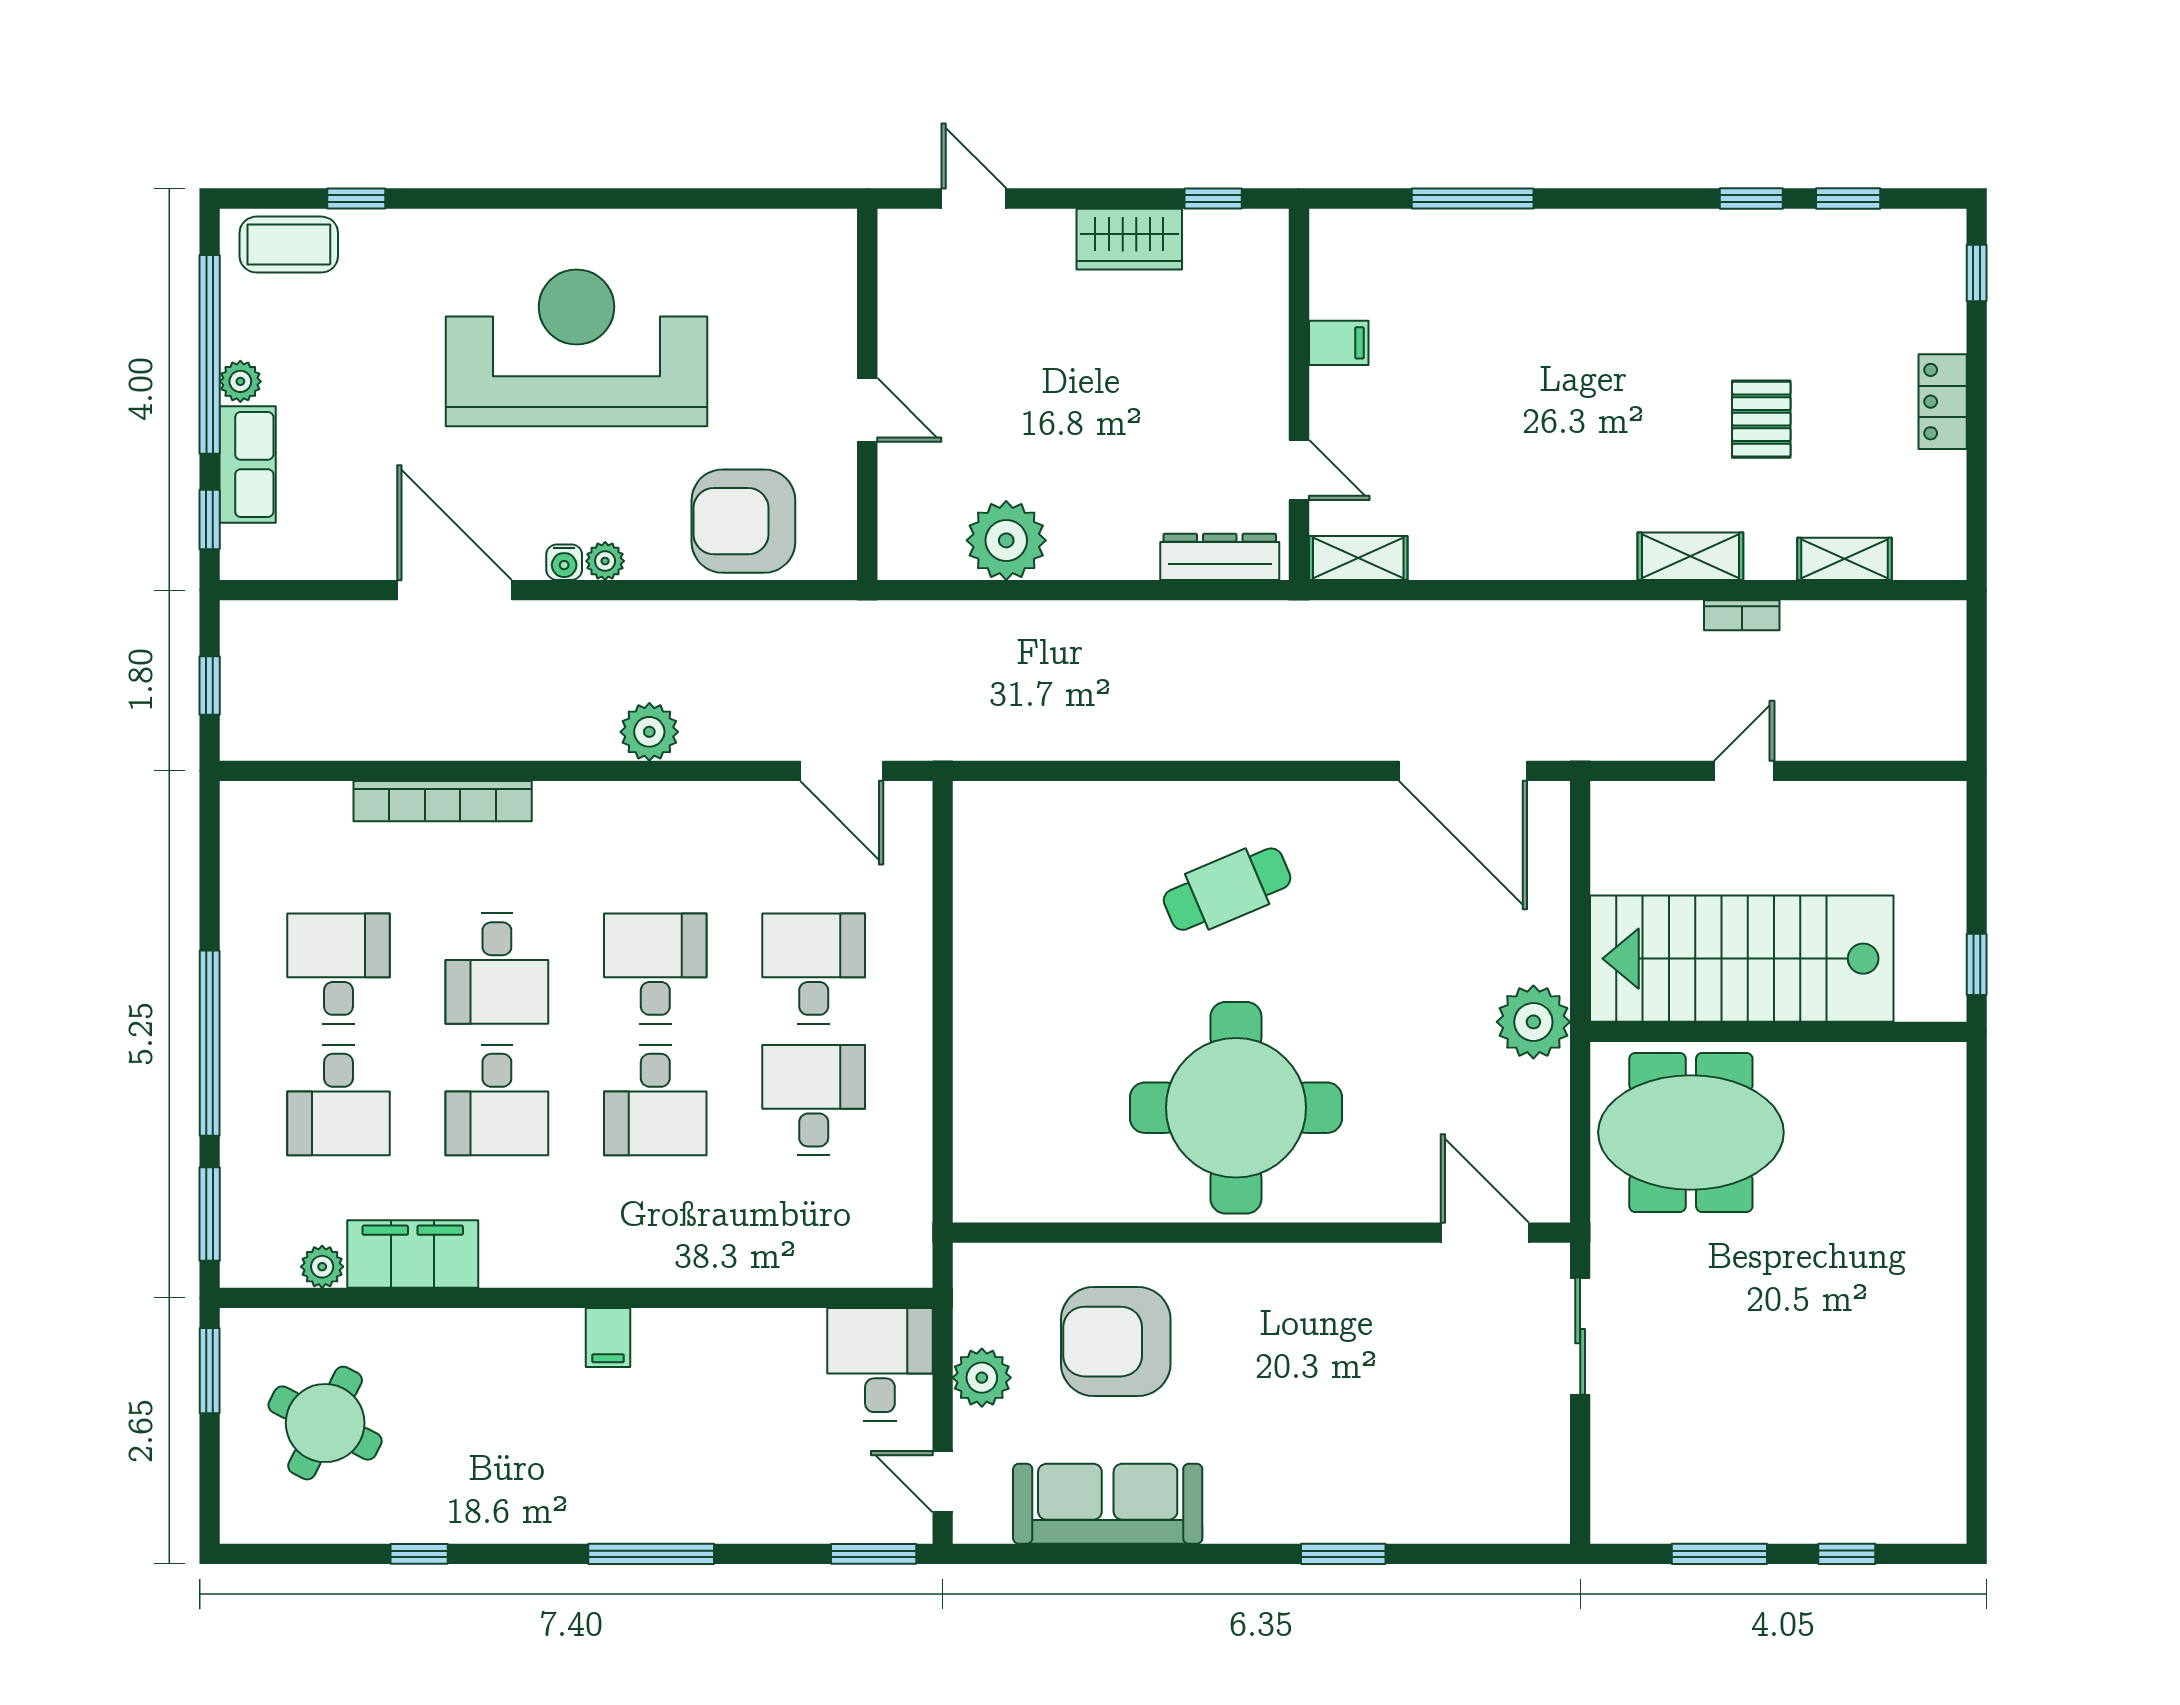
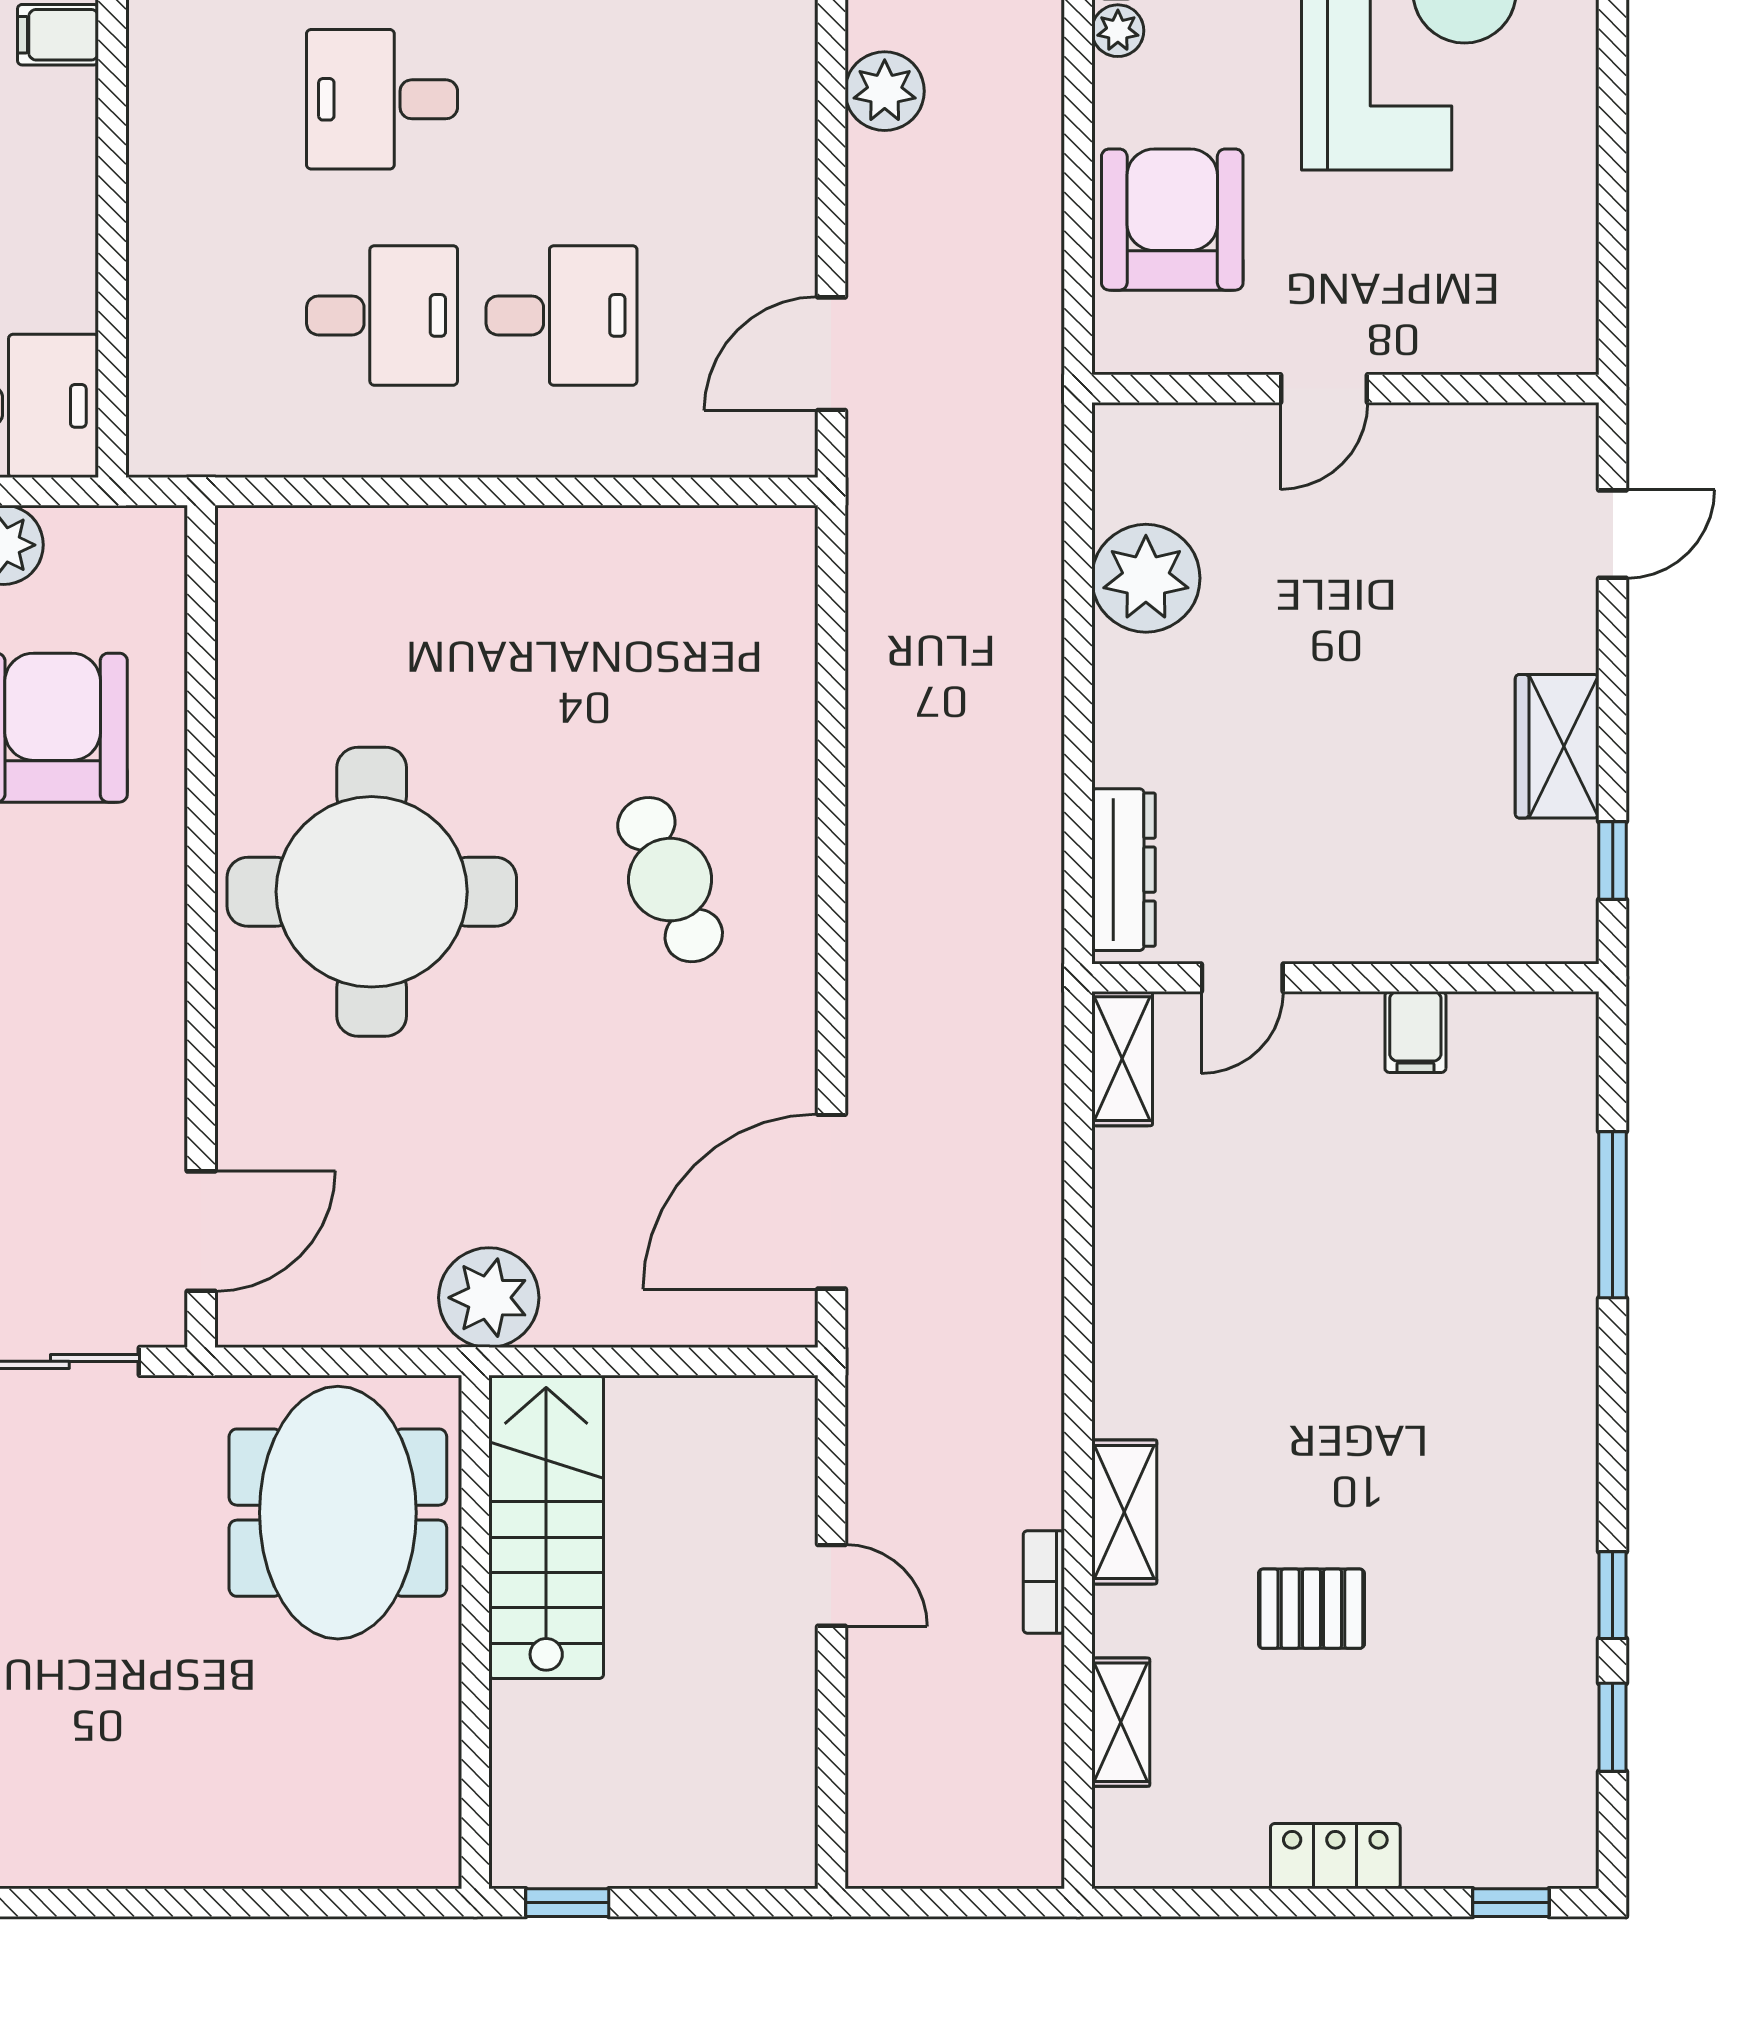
stairs: (1742, 959) -> (546, 1527), width x0.73, depth x0.66
desk: (655, 969) -> (562, 99), removed

